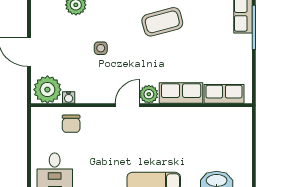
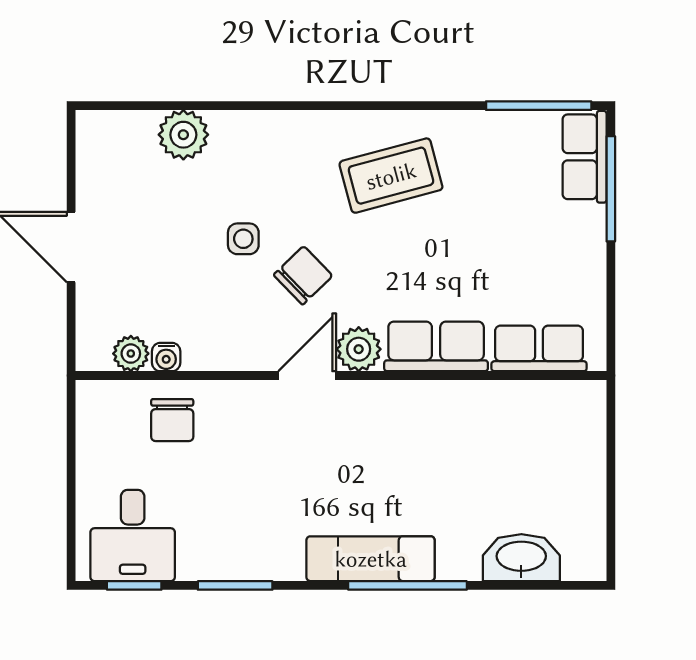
chair: (126, 63) -> (303, 275), added
plant: (47, 90) -> (131, 354), width x0.53, depth x0.53

